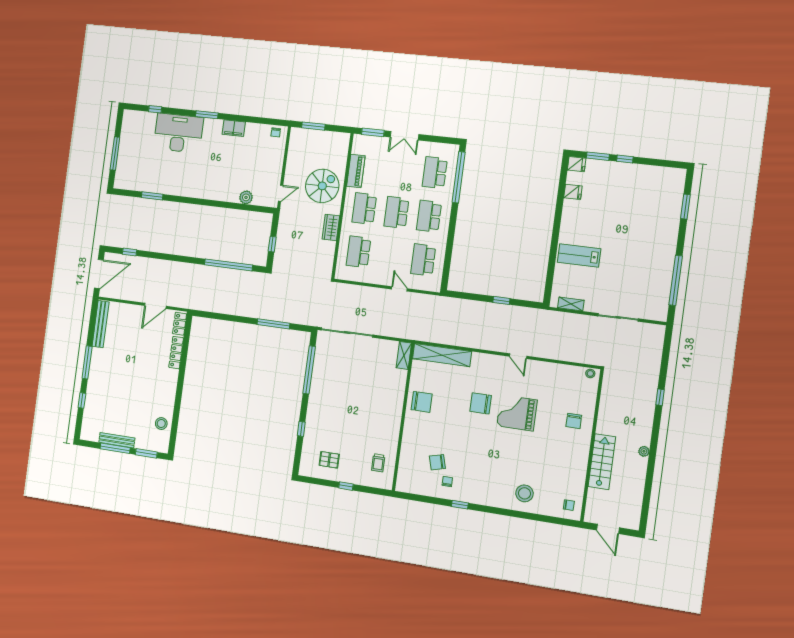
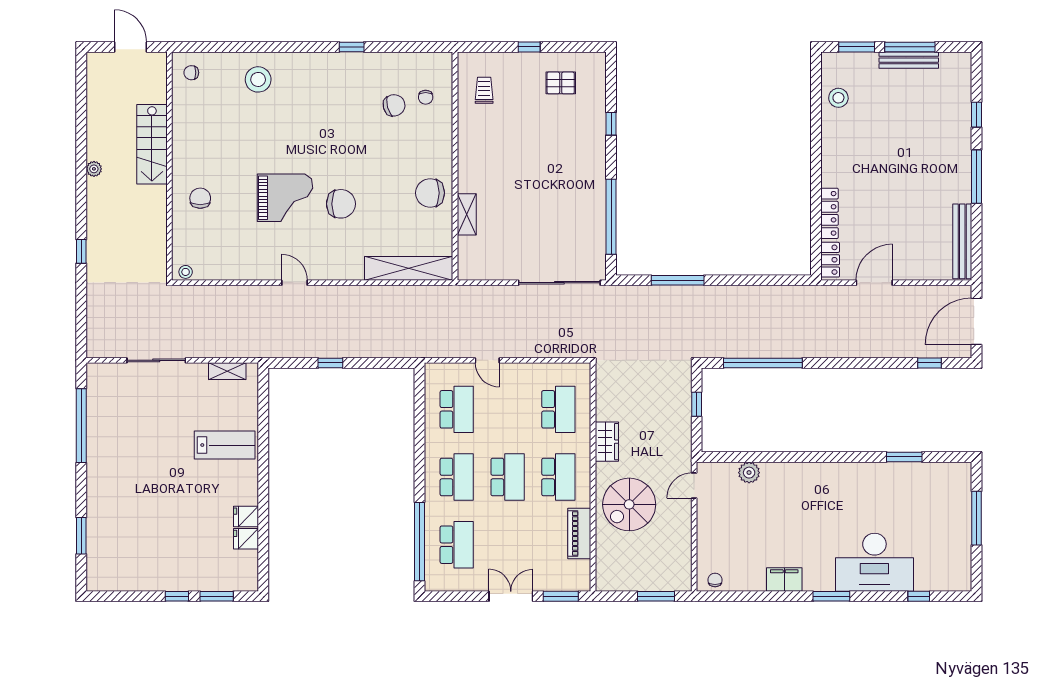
fridge: (577, 164) -> (246, 517), moved
shelving: (404, 355) -> (467, 214), moved
chair: (447, 481) -> (426, 97), moved

